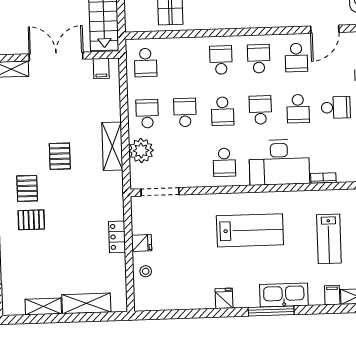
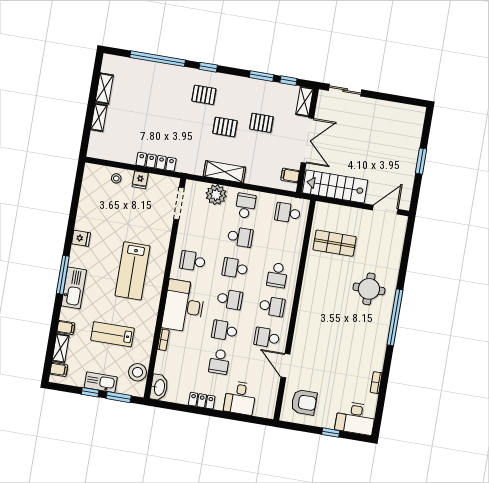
school desk: (221, 60) -> (277, 275), turned 90
school desk: (147, 114) -> (245, 206), turned -90
pallet: (31, 220) -> (261, 123), moved, turned 90
locker: (117, 237) -> (156, 162), width x1.53
shelving: (86, 303) -> (99, 117), width x0.67, depth x0.75

